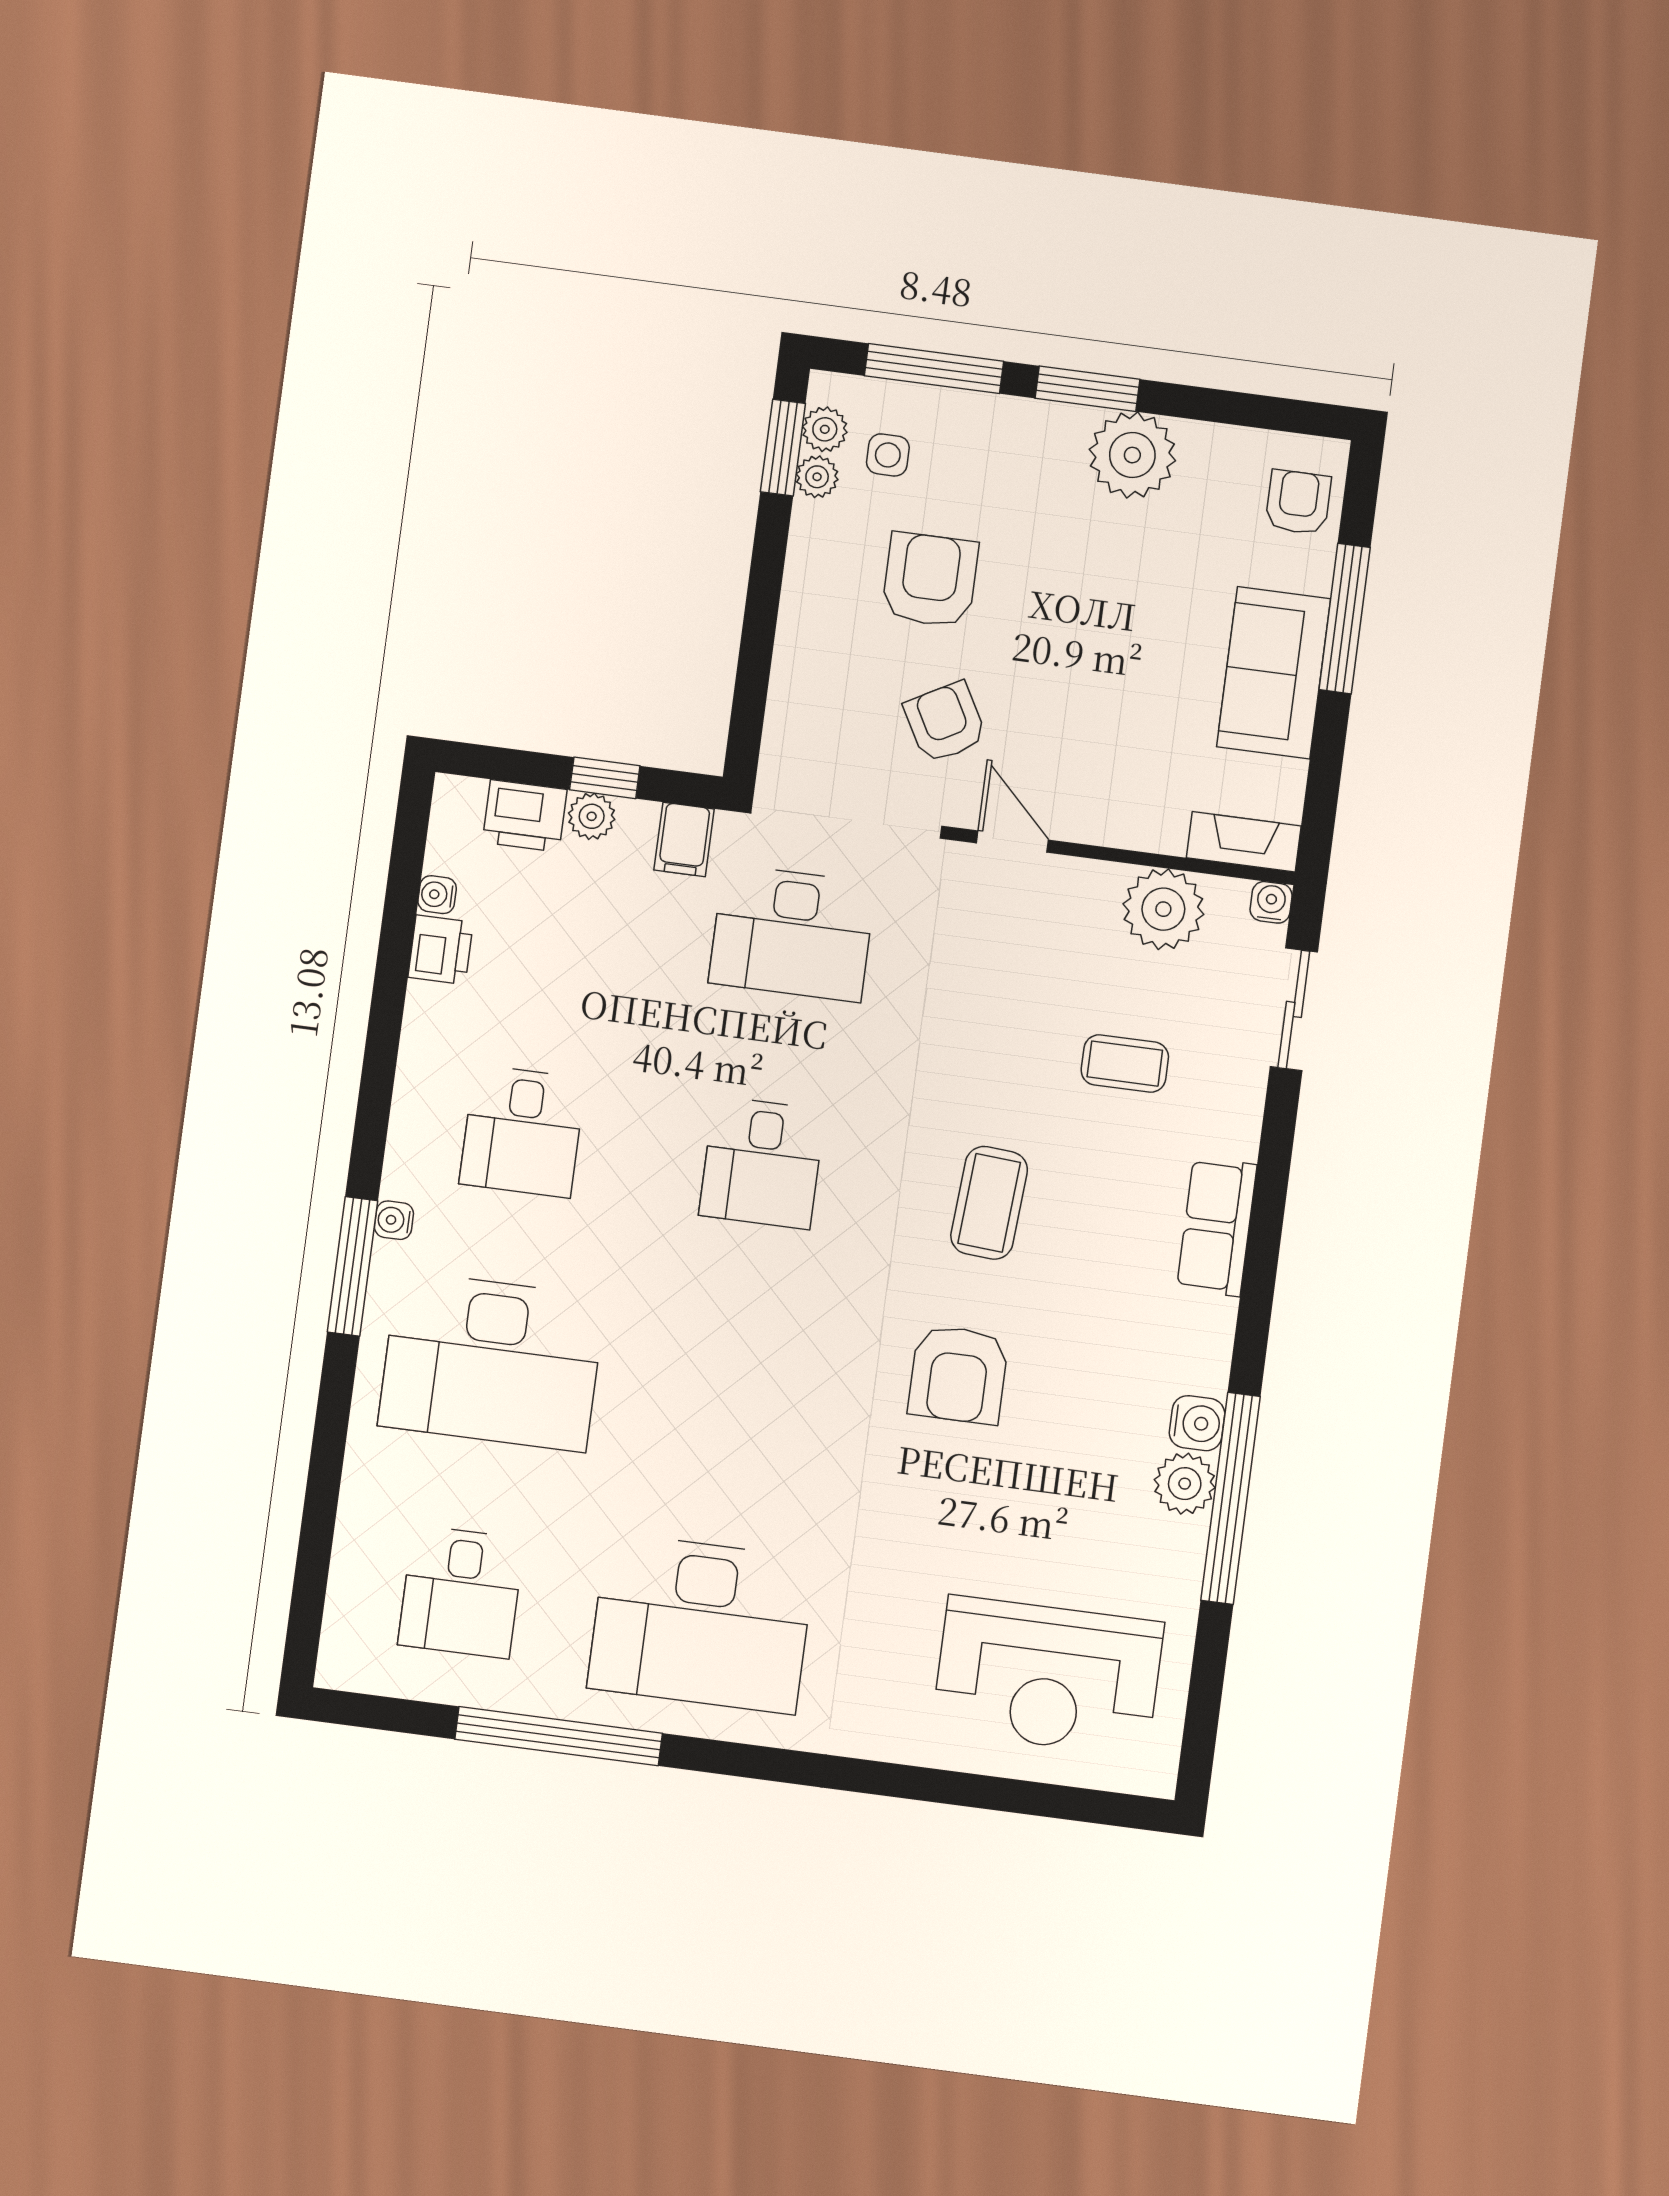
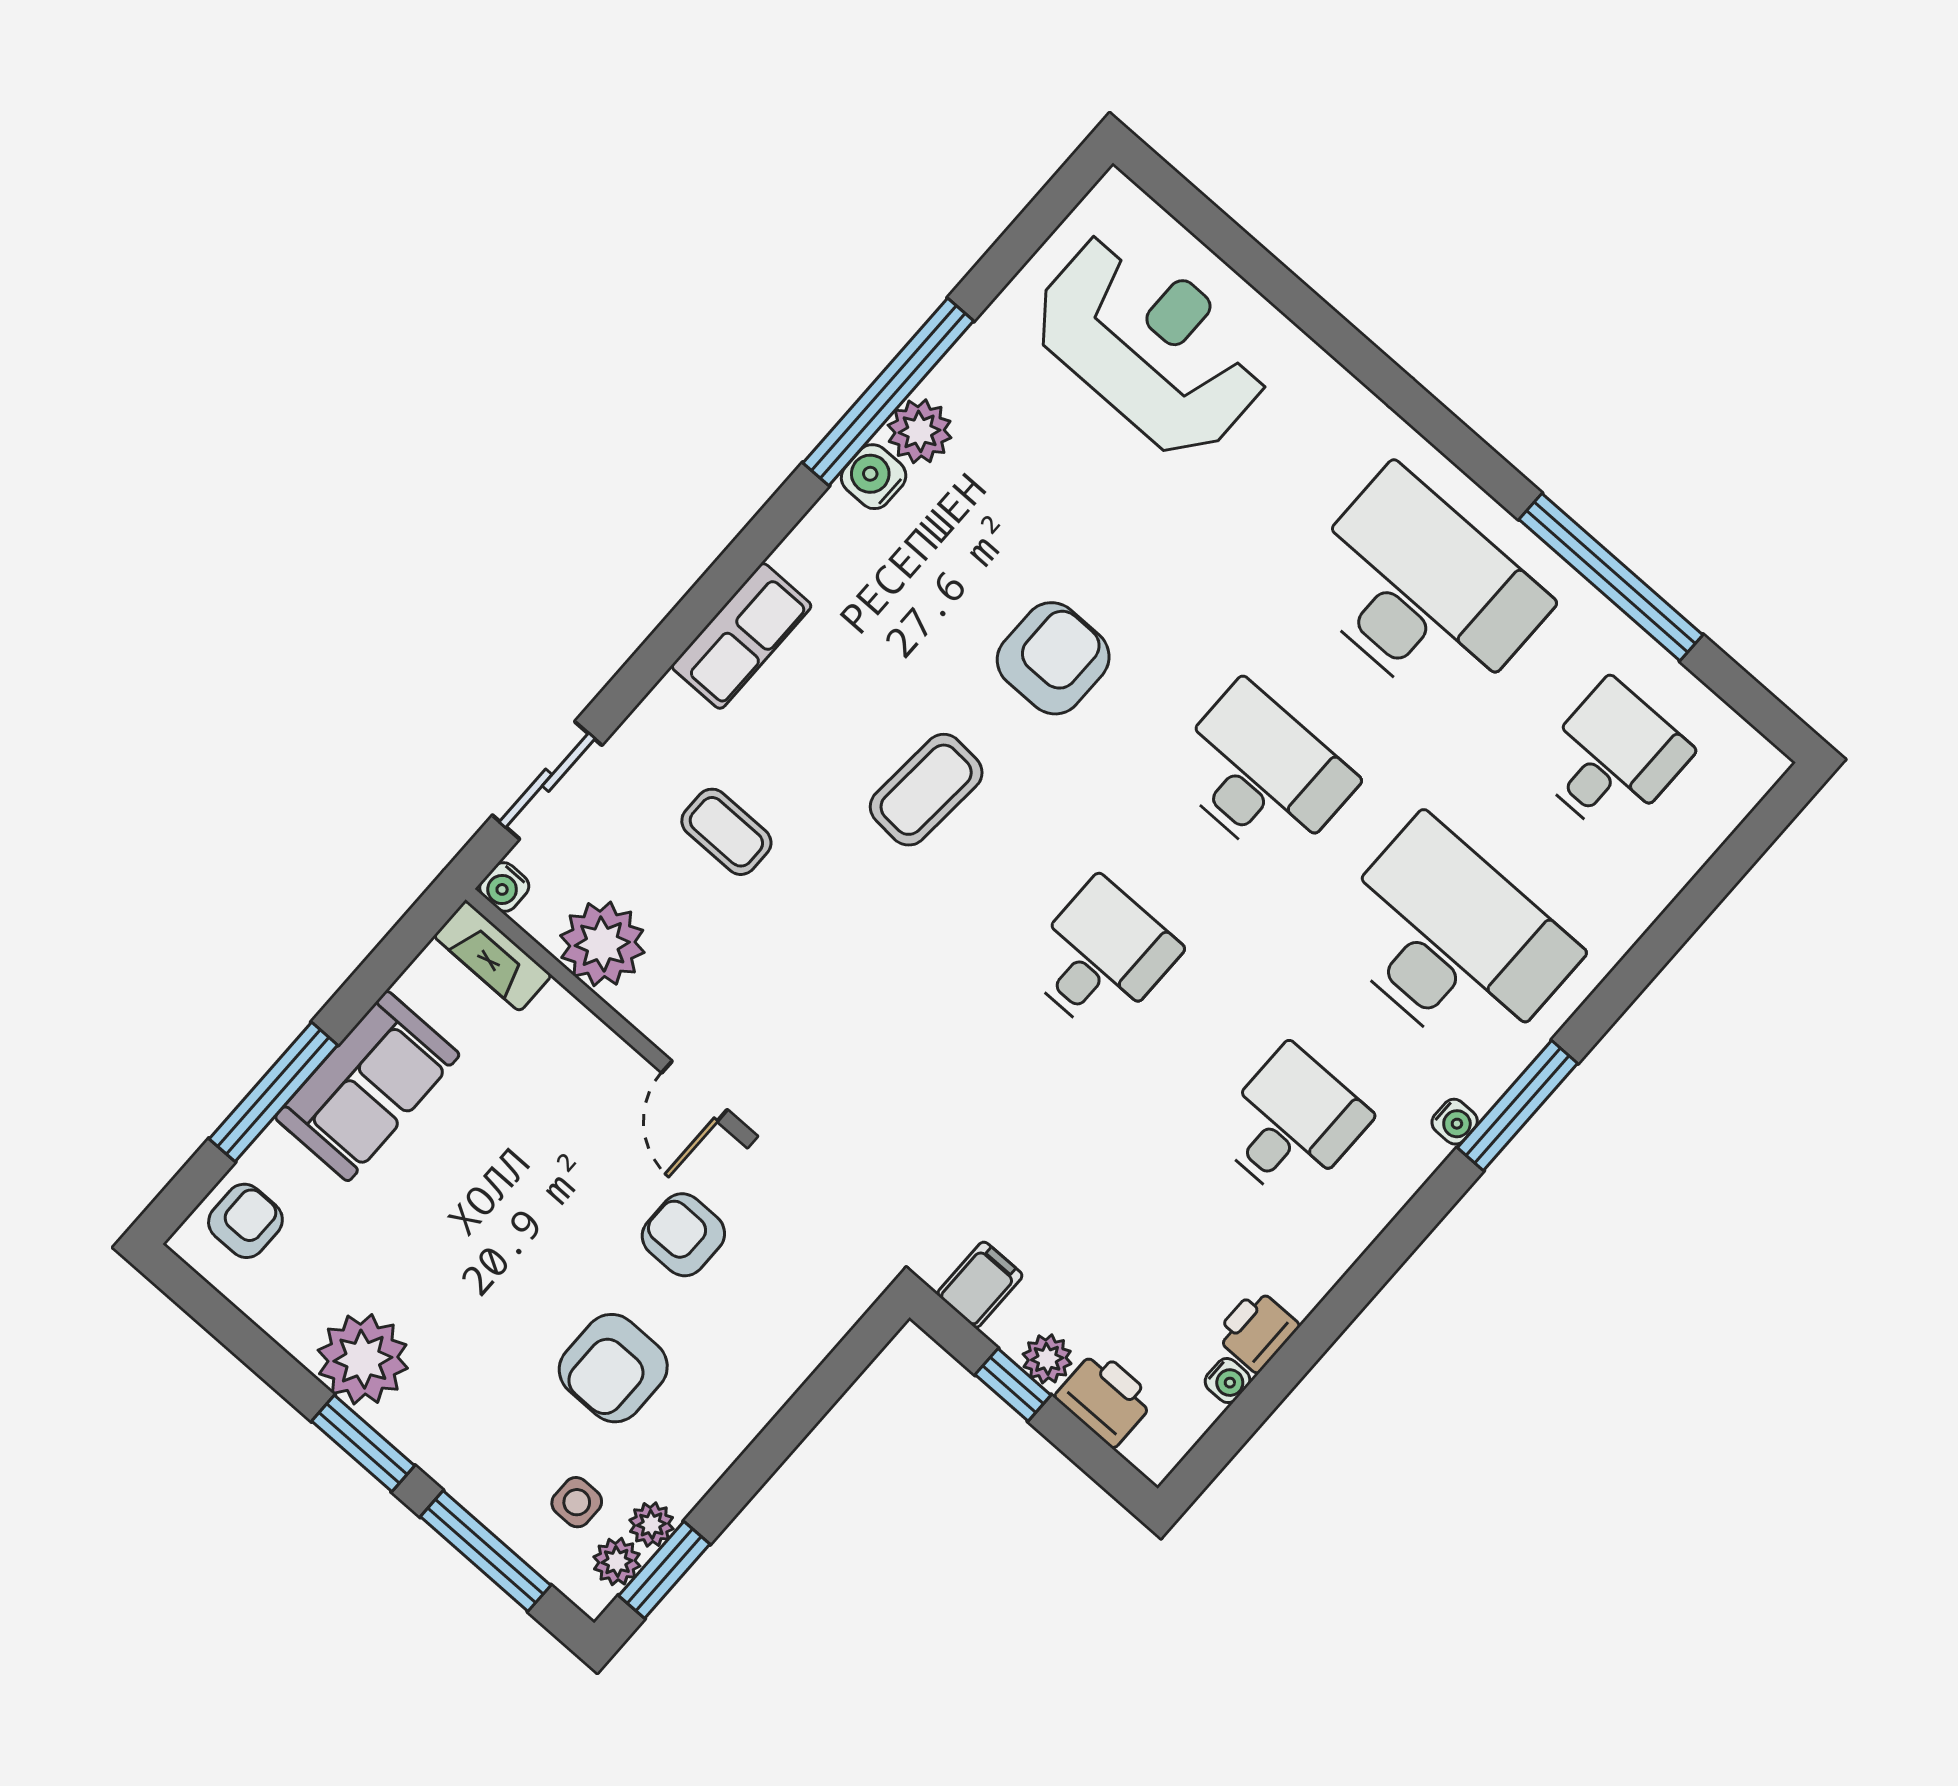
armchair: (1298, 502) -> (245, 1221), turned 180
armchair: (945, 722) -> (683, 1235), turned 119
desk: (792, 933) -> (1261, 775), moved

